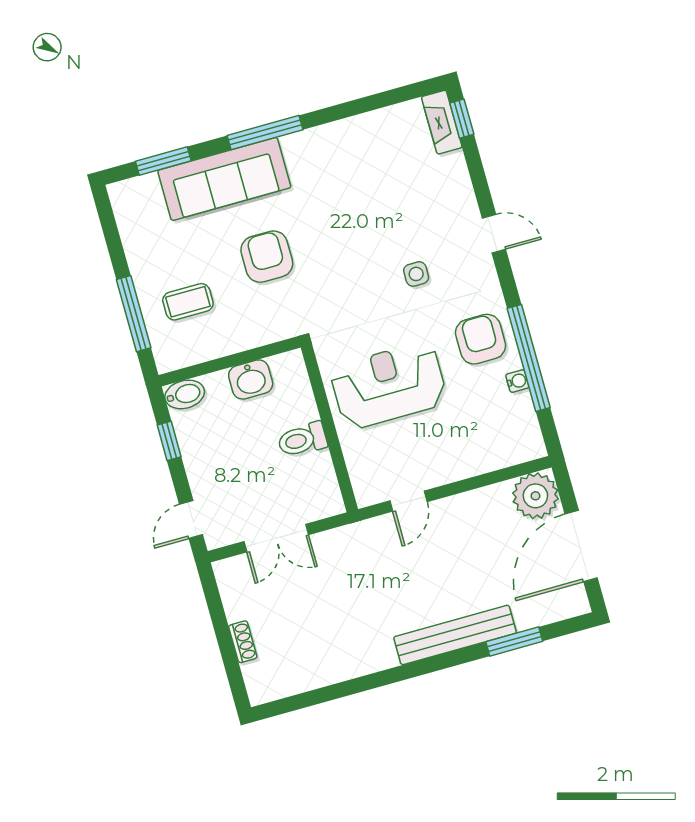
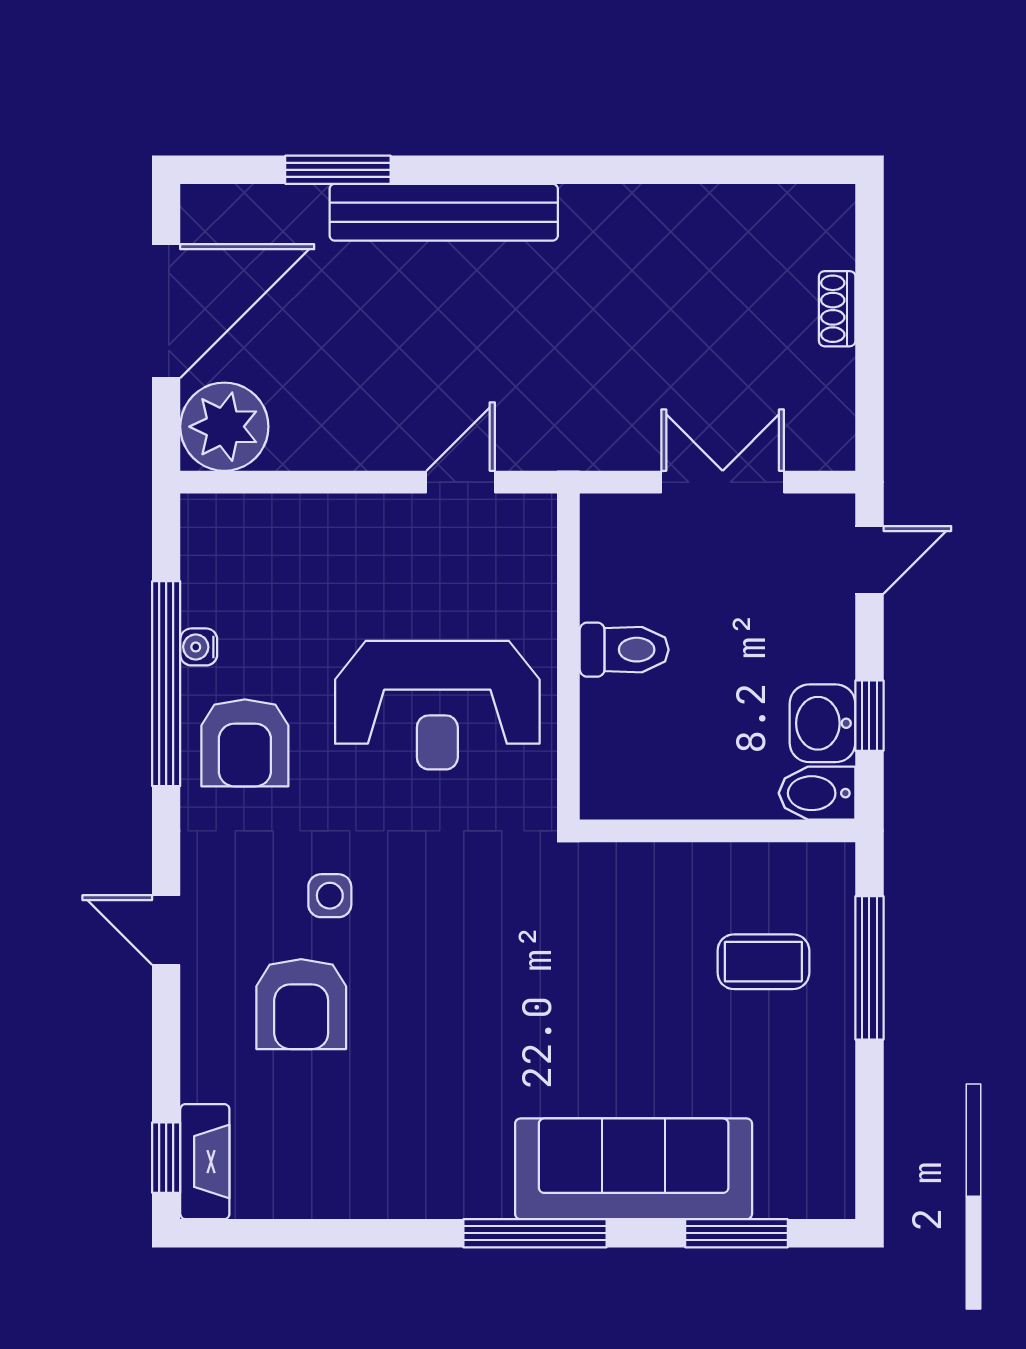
armchair: (267, 257) -> (301, 1004), moved
washbasin: (251, 379) -> (822, 723), moved, turned -90

